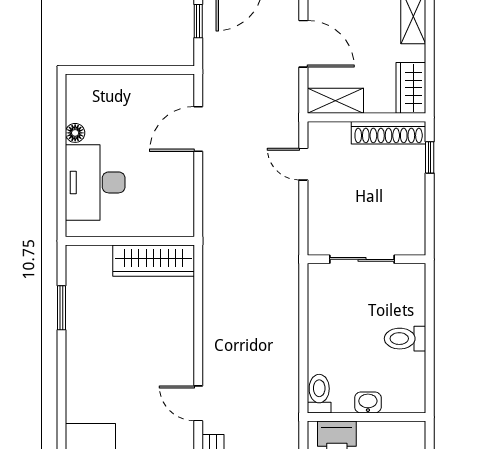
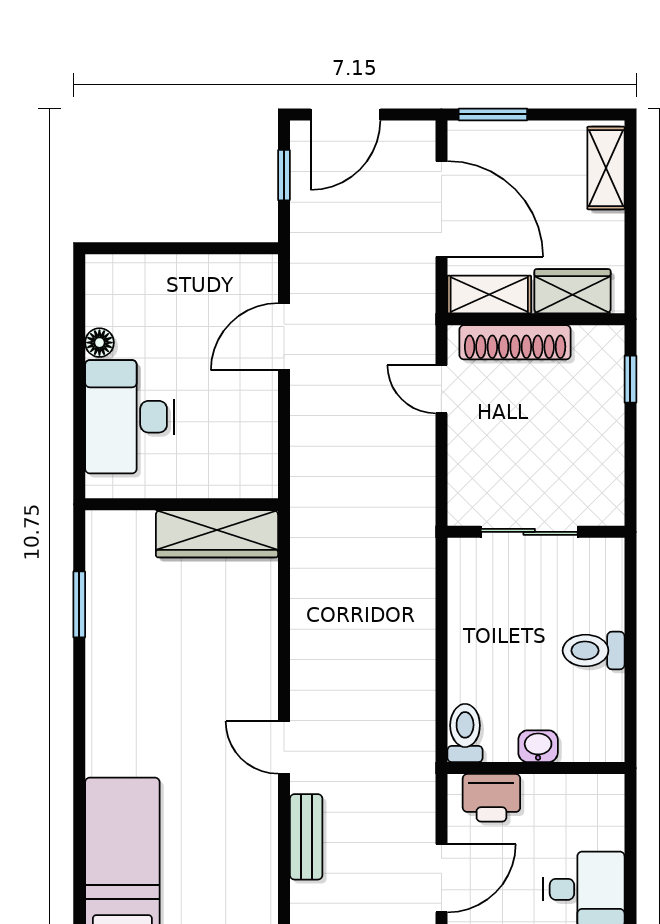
door: (303, 44) -> (441, 209), width x1.36
wardrobe: (411, 88) -> (572, 291), moved, turned 90
shoe rack: (389, 133) -> (515, 342), moved

